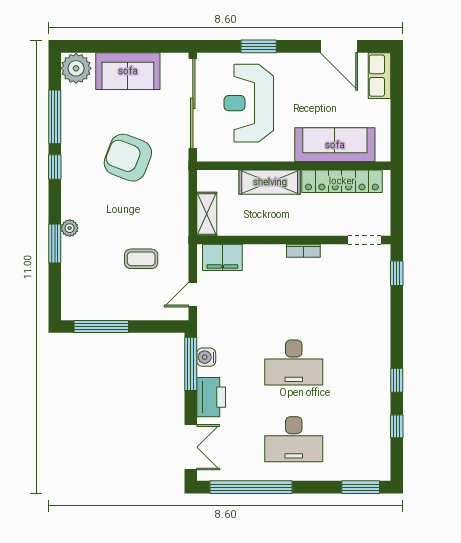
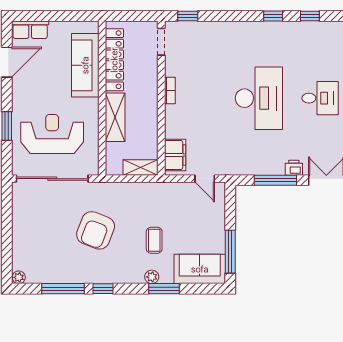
plant: (76, 68) -> (19, 277), width x0.53, depth x0.53
sofa: (128, 71) -> (200, 269), moved, turned -90
reception desk: (249, 103) -> (52, 134), turned 180
coffee table: (141, 259) -> (154, 240), moved
water cooler: (206, 357) -> (255, 168), removed
desk: (294, 363) -> (259, 98), width x1.36, depth x1.30
window: (191, 364) -> (275, 180), moved
printer: (211, 397) -> (294, 168), width x0.53, depth x0.68
desk: (294, 439) -> (320, 98), width x0.73

